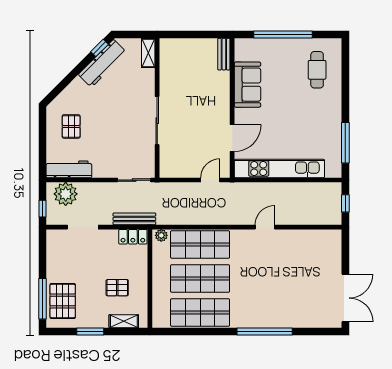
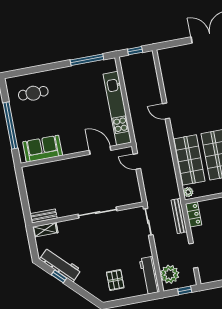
window: (99, 48) -> (59, 276), moved
bench: (224, 54) -> (44, 216), moved
sofa: (247, 85) -> (43, 149), moved
pallet: (71, 126) -> (115, 280), turned 90

